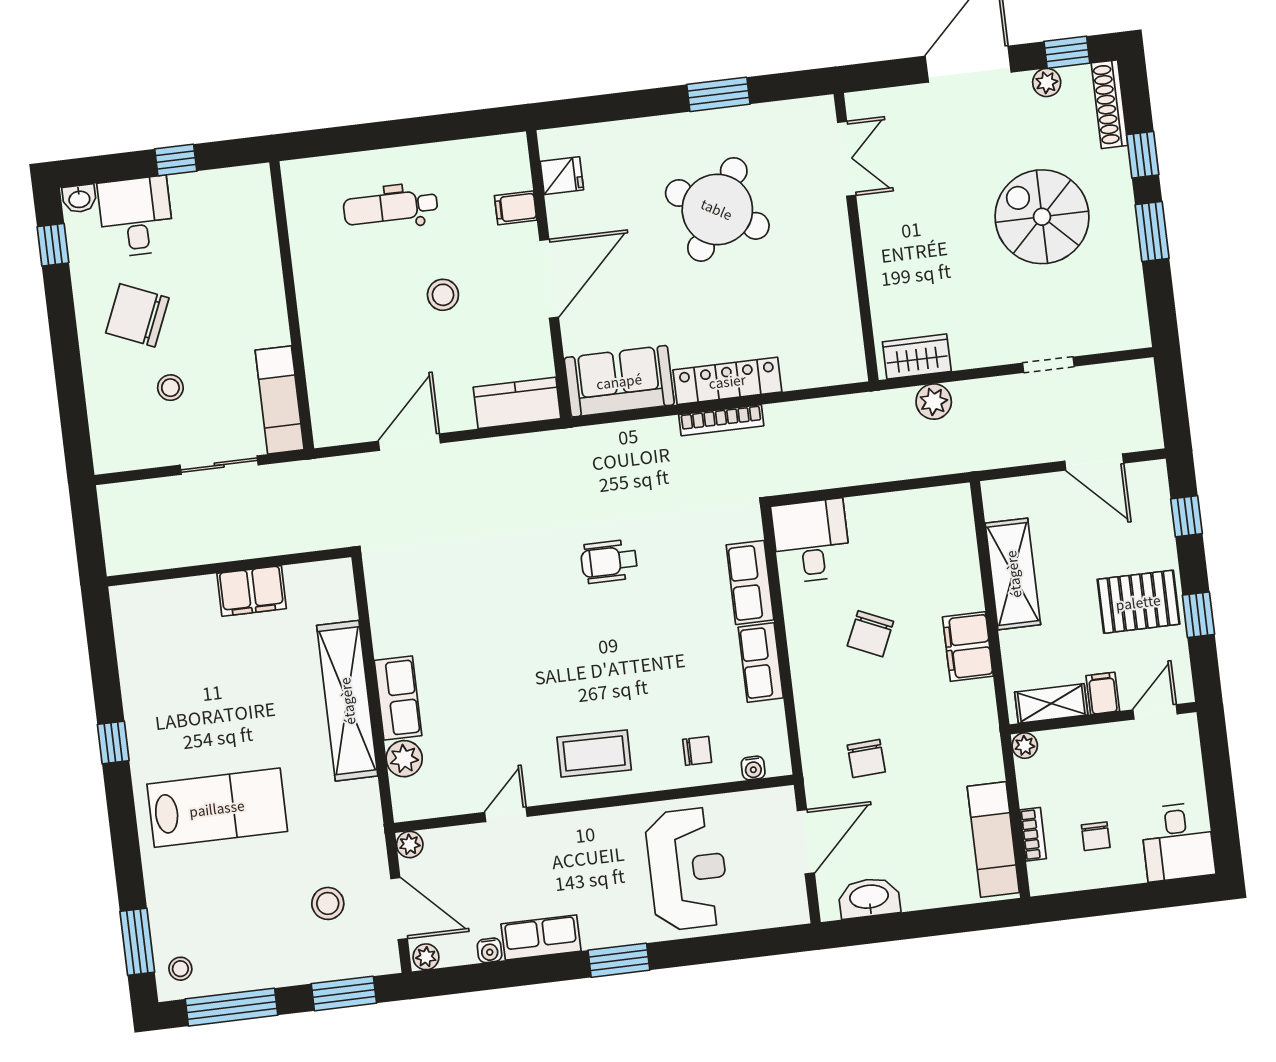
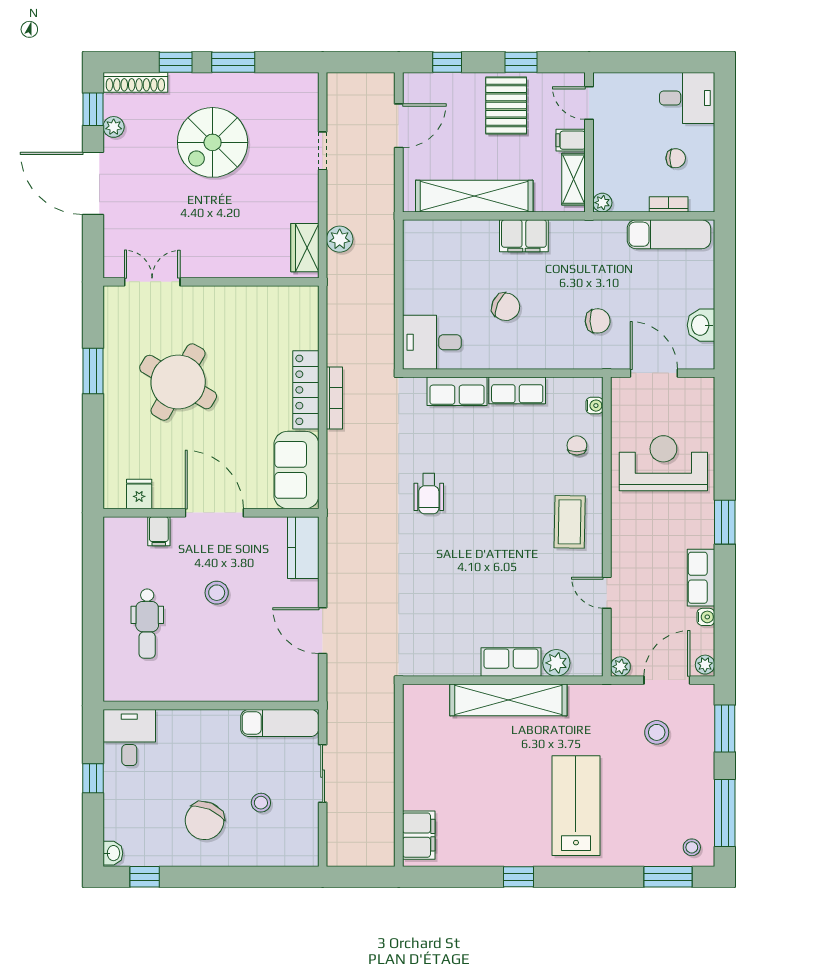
desk: (136, 217) -> (129, 738), moved, turned 90
shelving: (1013, 574) -> (474, 196), width x1.47
filing cabinet: (252, 591) -> (419, 835), moved
washbasin: (869, 898) -> (701, 325), width x0.72

